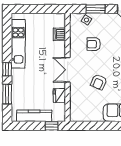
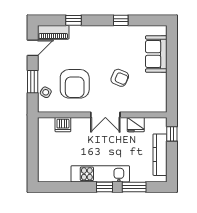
kitchen unit: (18, 44) -> (100, 174), moved
armchair: (94, 44) -> (75, 84), width x1.88, depth x1.88

